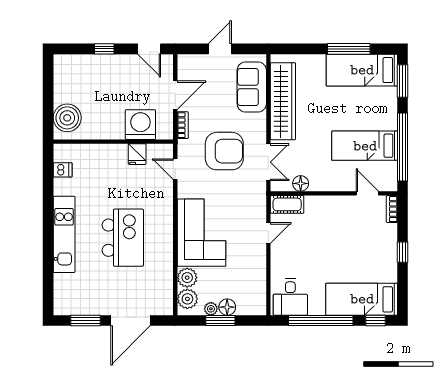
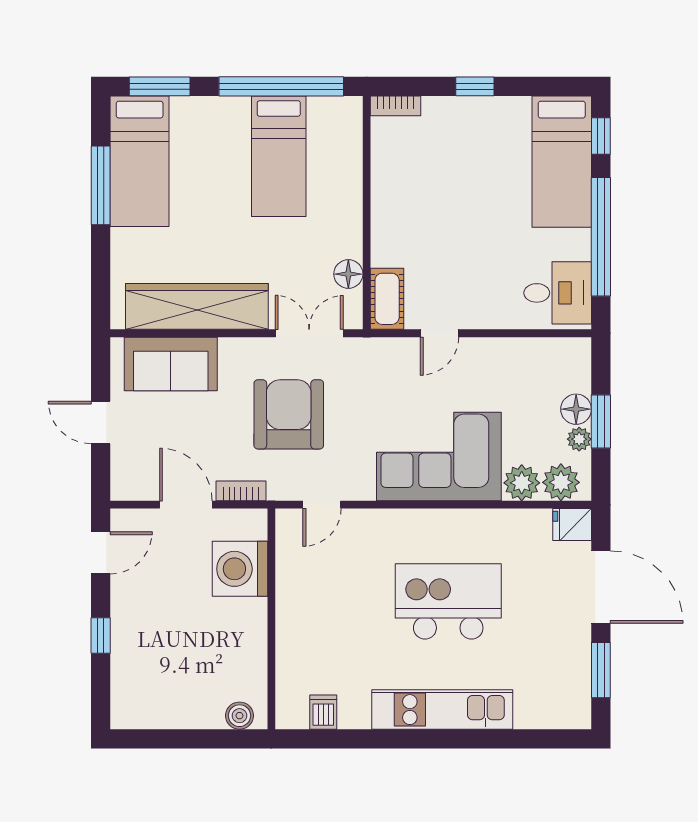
boiler: (67, 118) -> (239, 716), width x0.54, depth x0.54
fridge: (137, 154) -> (572, 525), moved, turned 180
door: (367, 193) -> (367, 151), removed
door: (268, 233) -> (439, 333), swing flipped

